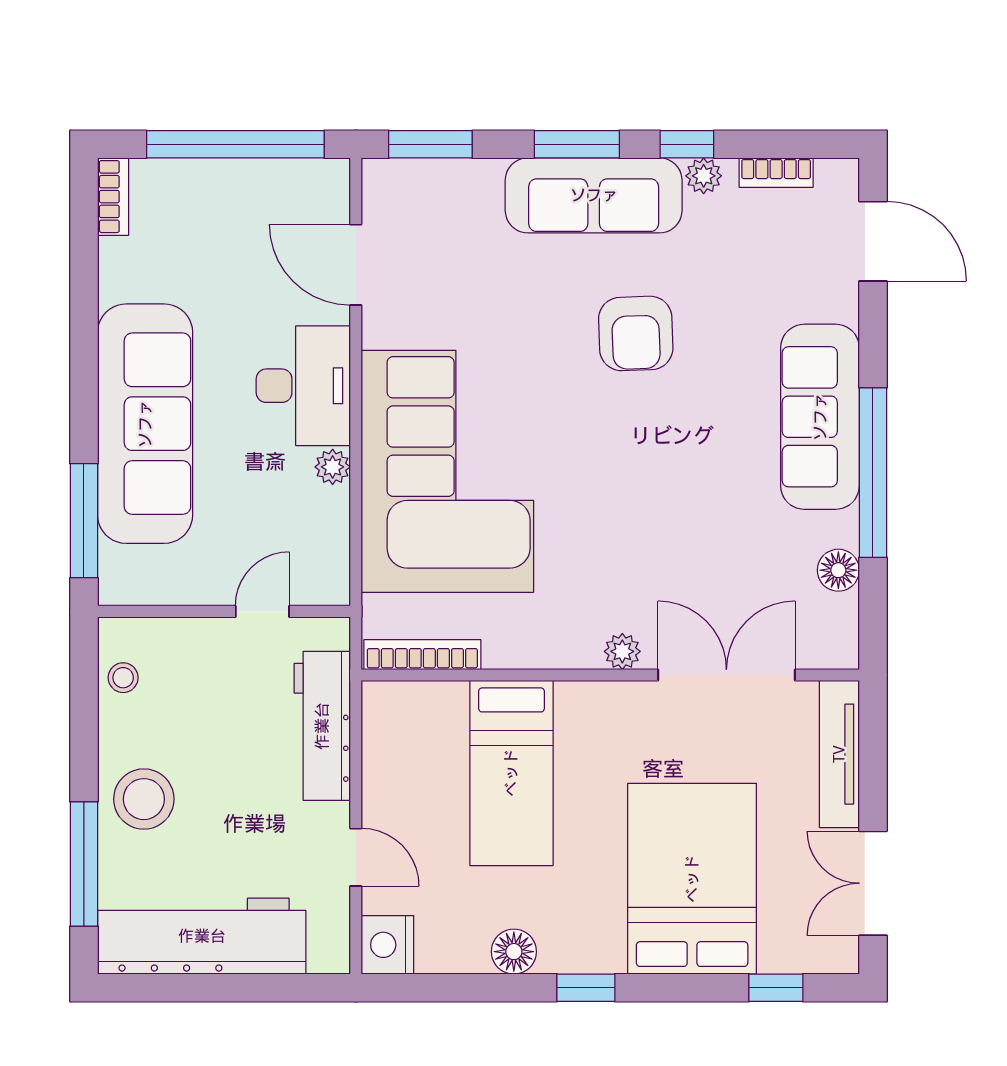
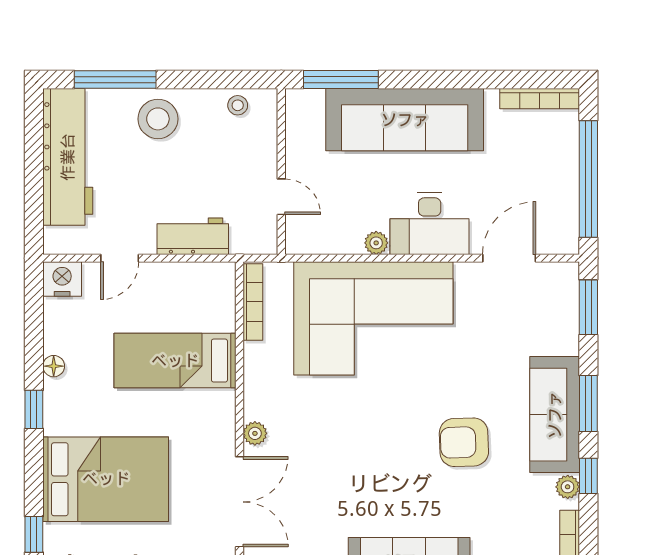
bookcase: (113, 197) -> (540, 99), width x1.56
workbench: (322, 726) -> (193, 236), width x0.73
floor lamp: (514, 952) -> (54, 366), width x0.73, depth x0.73

